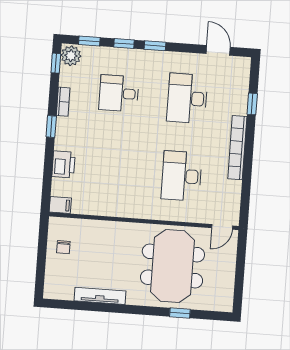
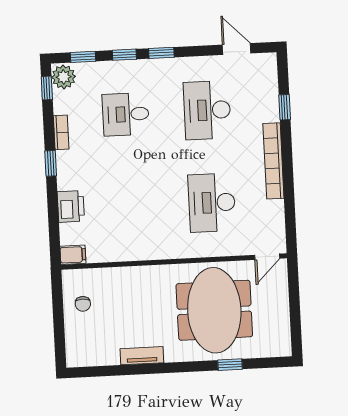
tv unit: (100, 296) -> (142, 356), width x0.71

